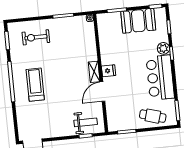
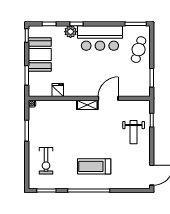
fridge: (109, 71) -> (58, 90), moved
door: (102, 92) -> (108, 98), swing flipped
weight bench: (86, 122) -> (134, 132), moved, turned 180

